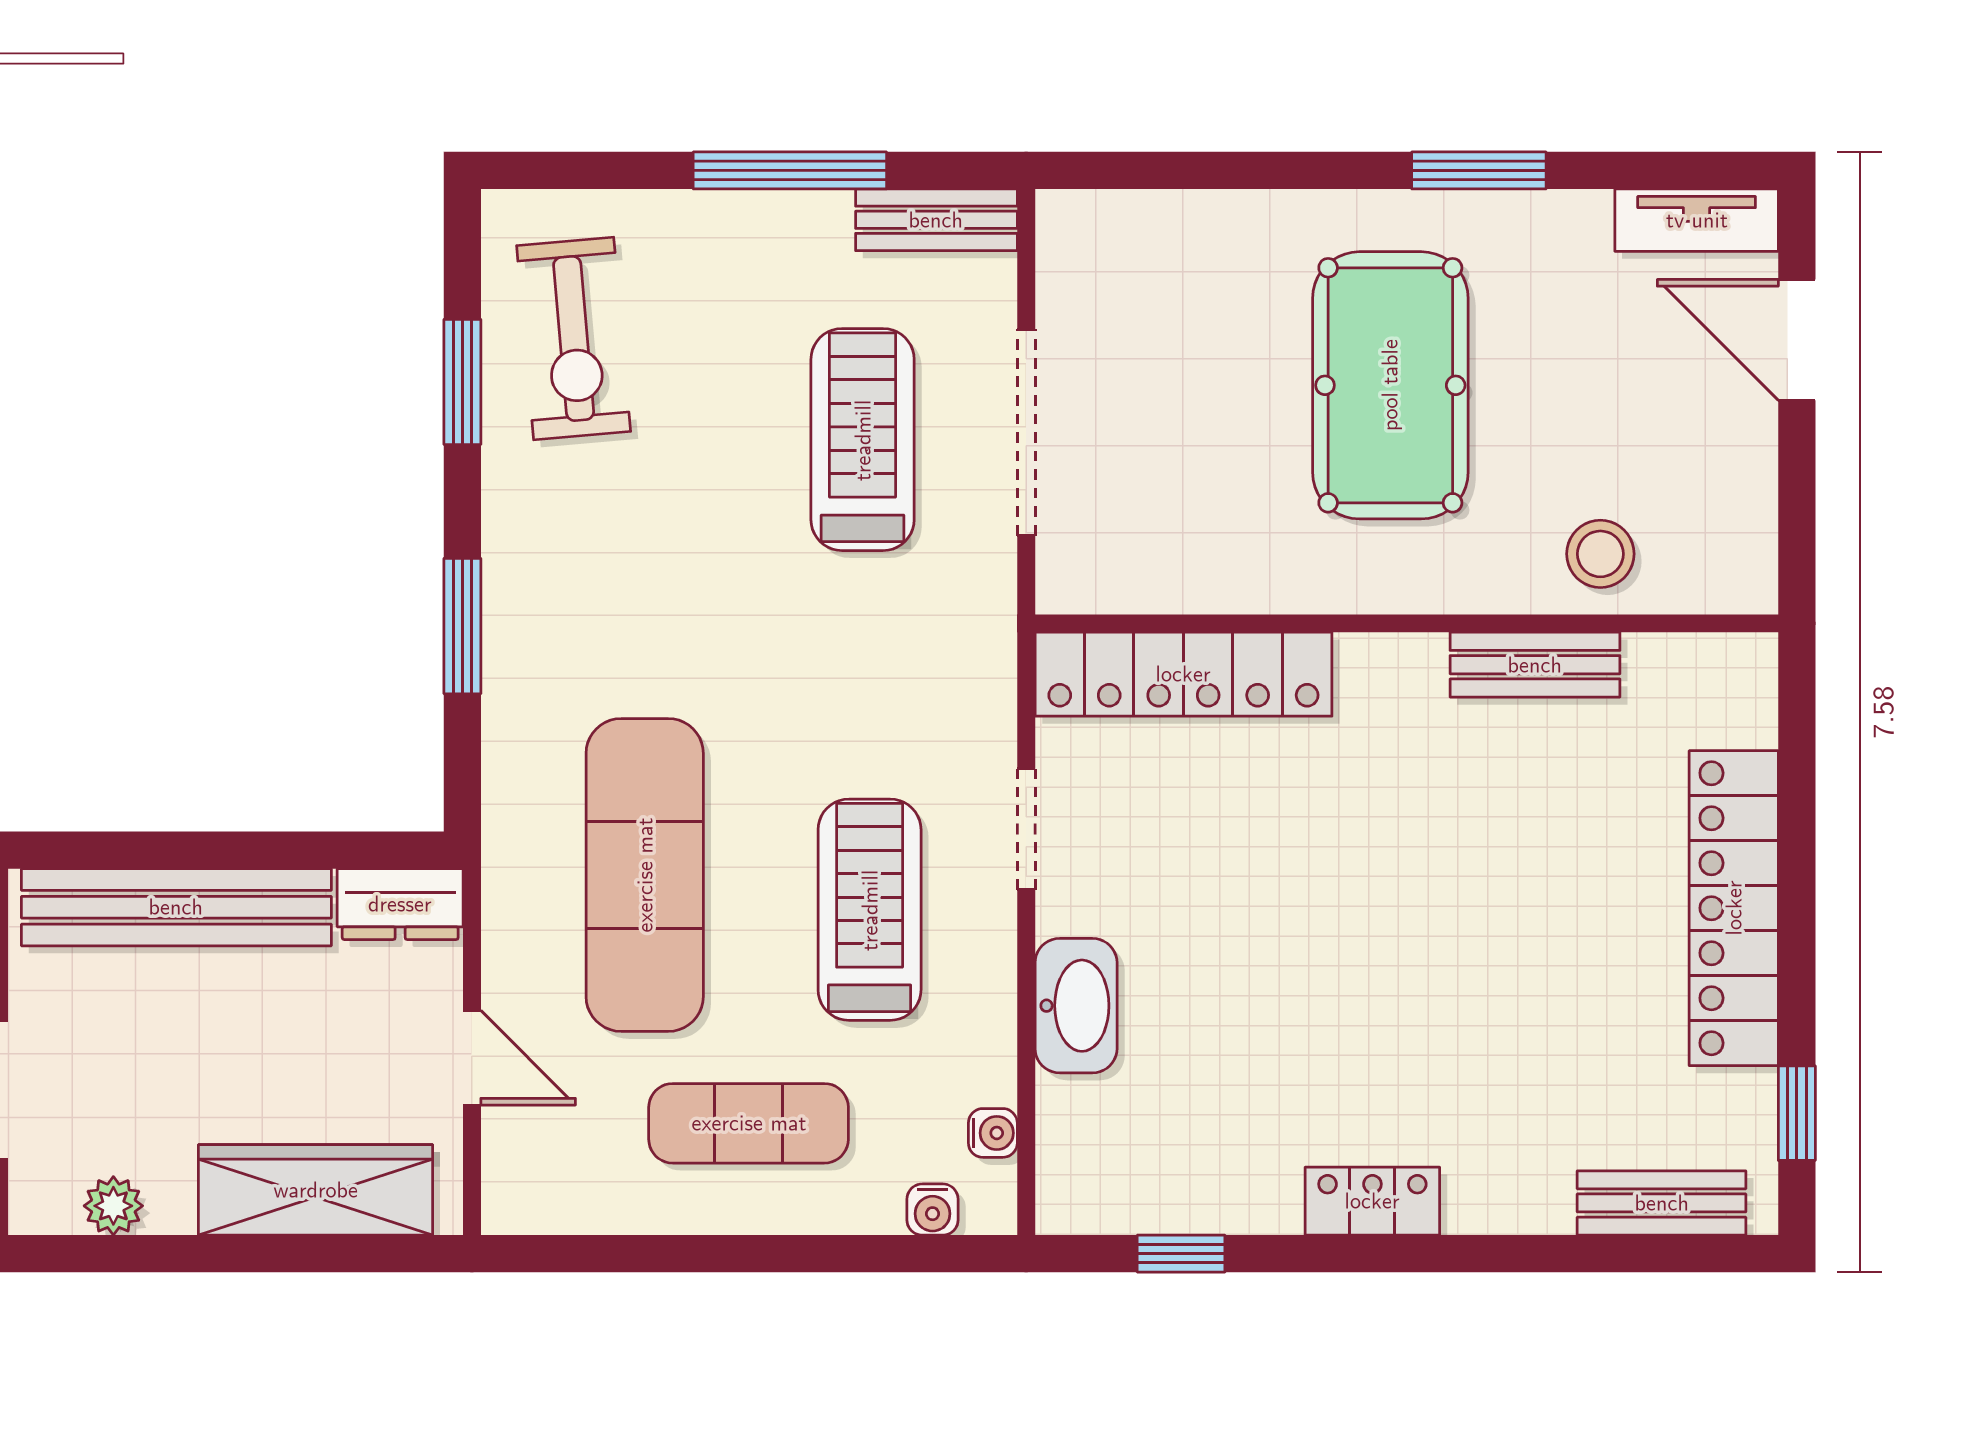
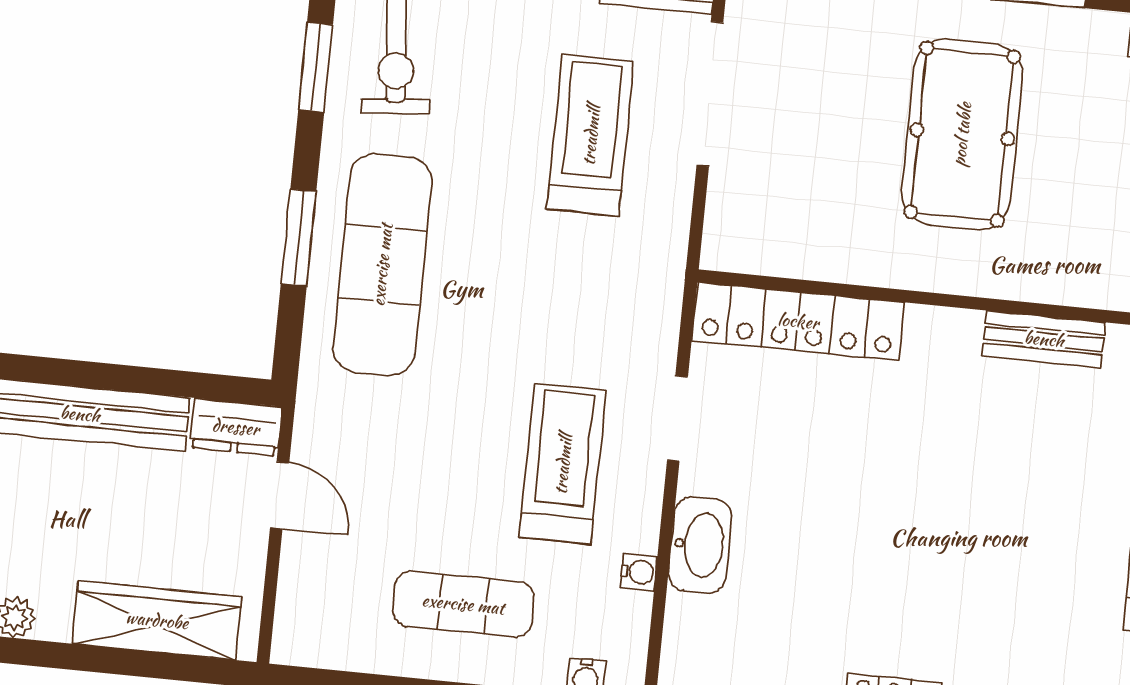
doorway: (1026, 432) -> (710, 94), moved
stool: (1600, 554) -> (1097, 266), removed
exercise mat: (645, 875) -> (382, 265), moved
door: (472, 1058) -> (280, 495), moved
water cooler: (993, 1133) -> (639, 572), moved

